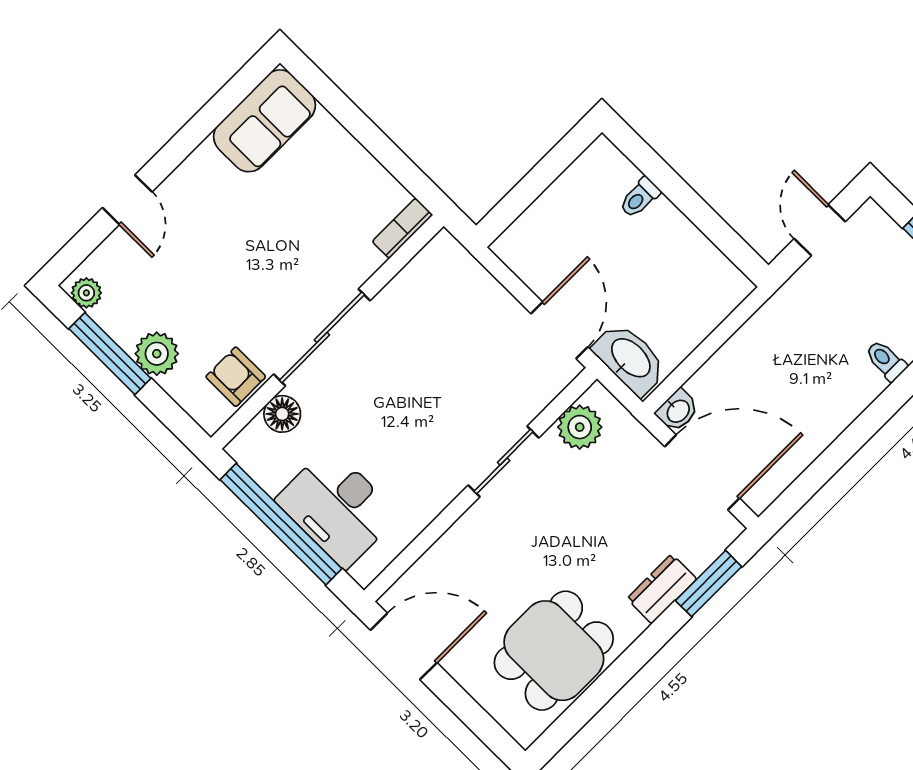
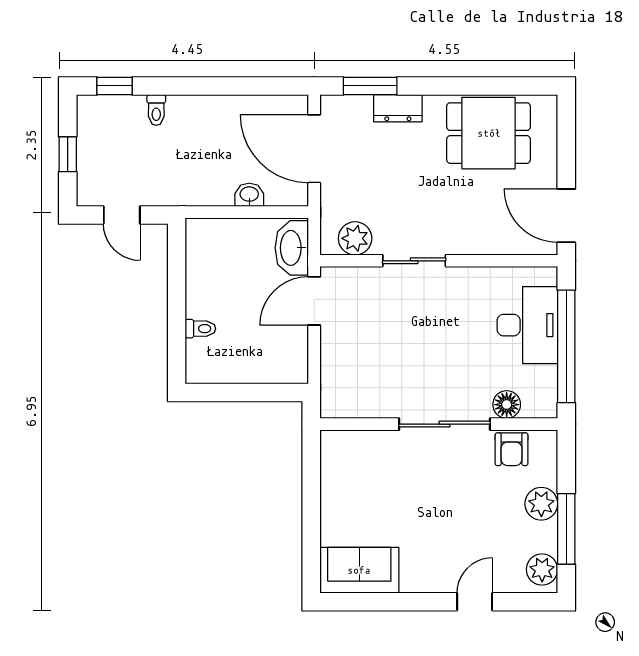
bookcase: (402, 228) -> (343, 439), removed
door: (820, 230) -> (122, 215), hinge flipped
plant: (86, 293) -> (542, 570), width x1.38, depth x1.38
washbasin: (678, 411) -> (249, 195), moved

